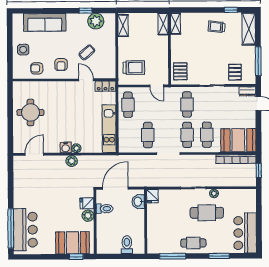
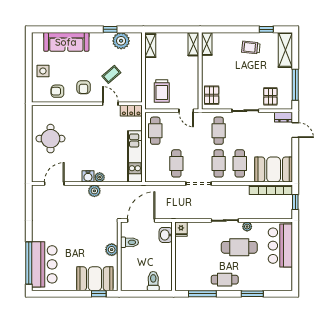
trolley: (134, 68) -> (162, 91), turned 90
fridge: (87, 203) -> (111, 236), removed
bar counter: (245, 233) -> (280, 246), moved

